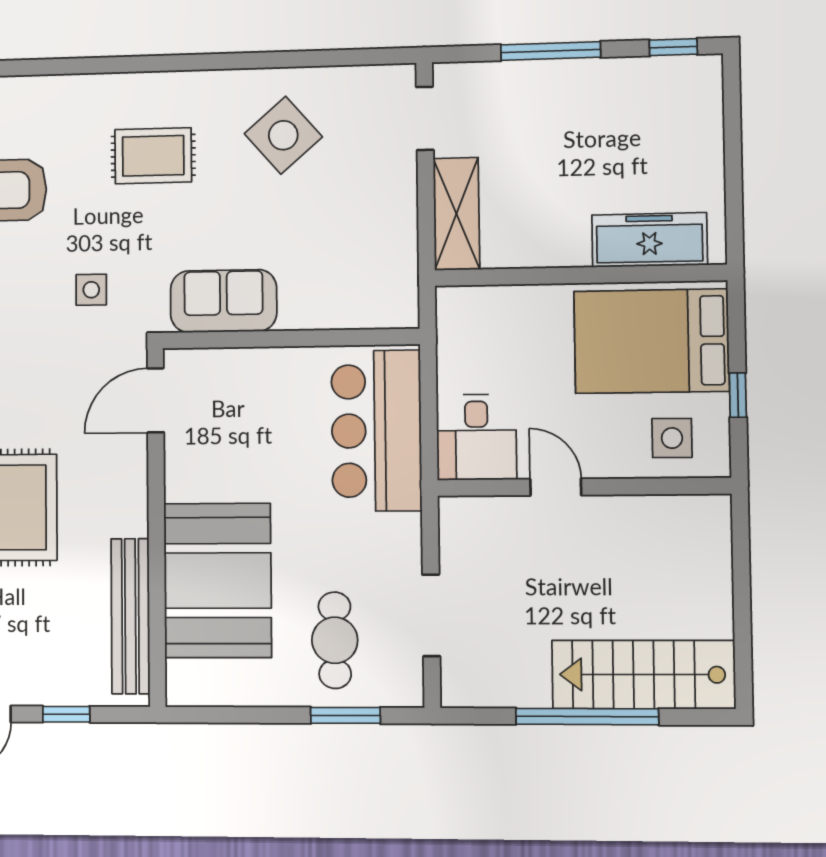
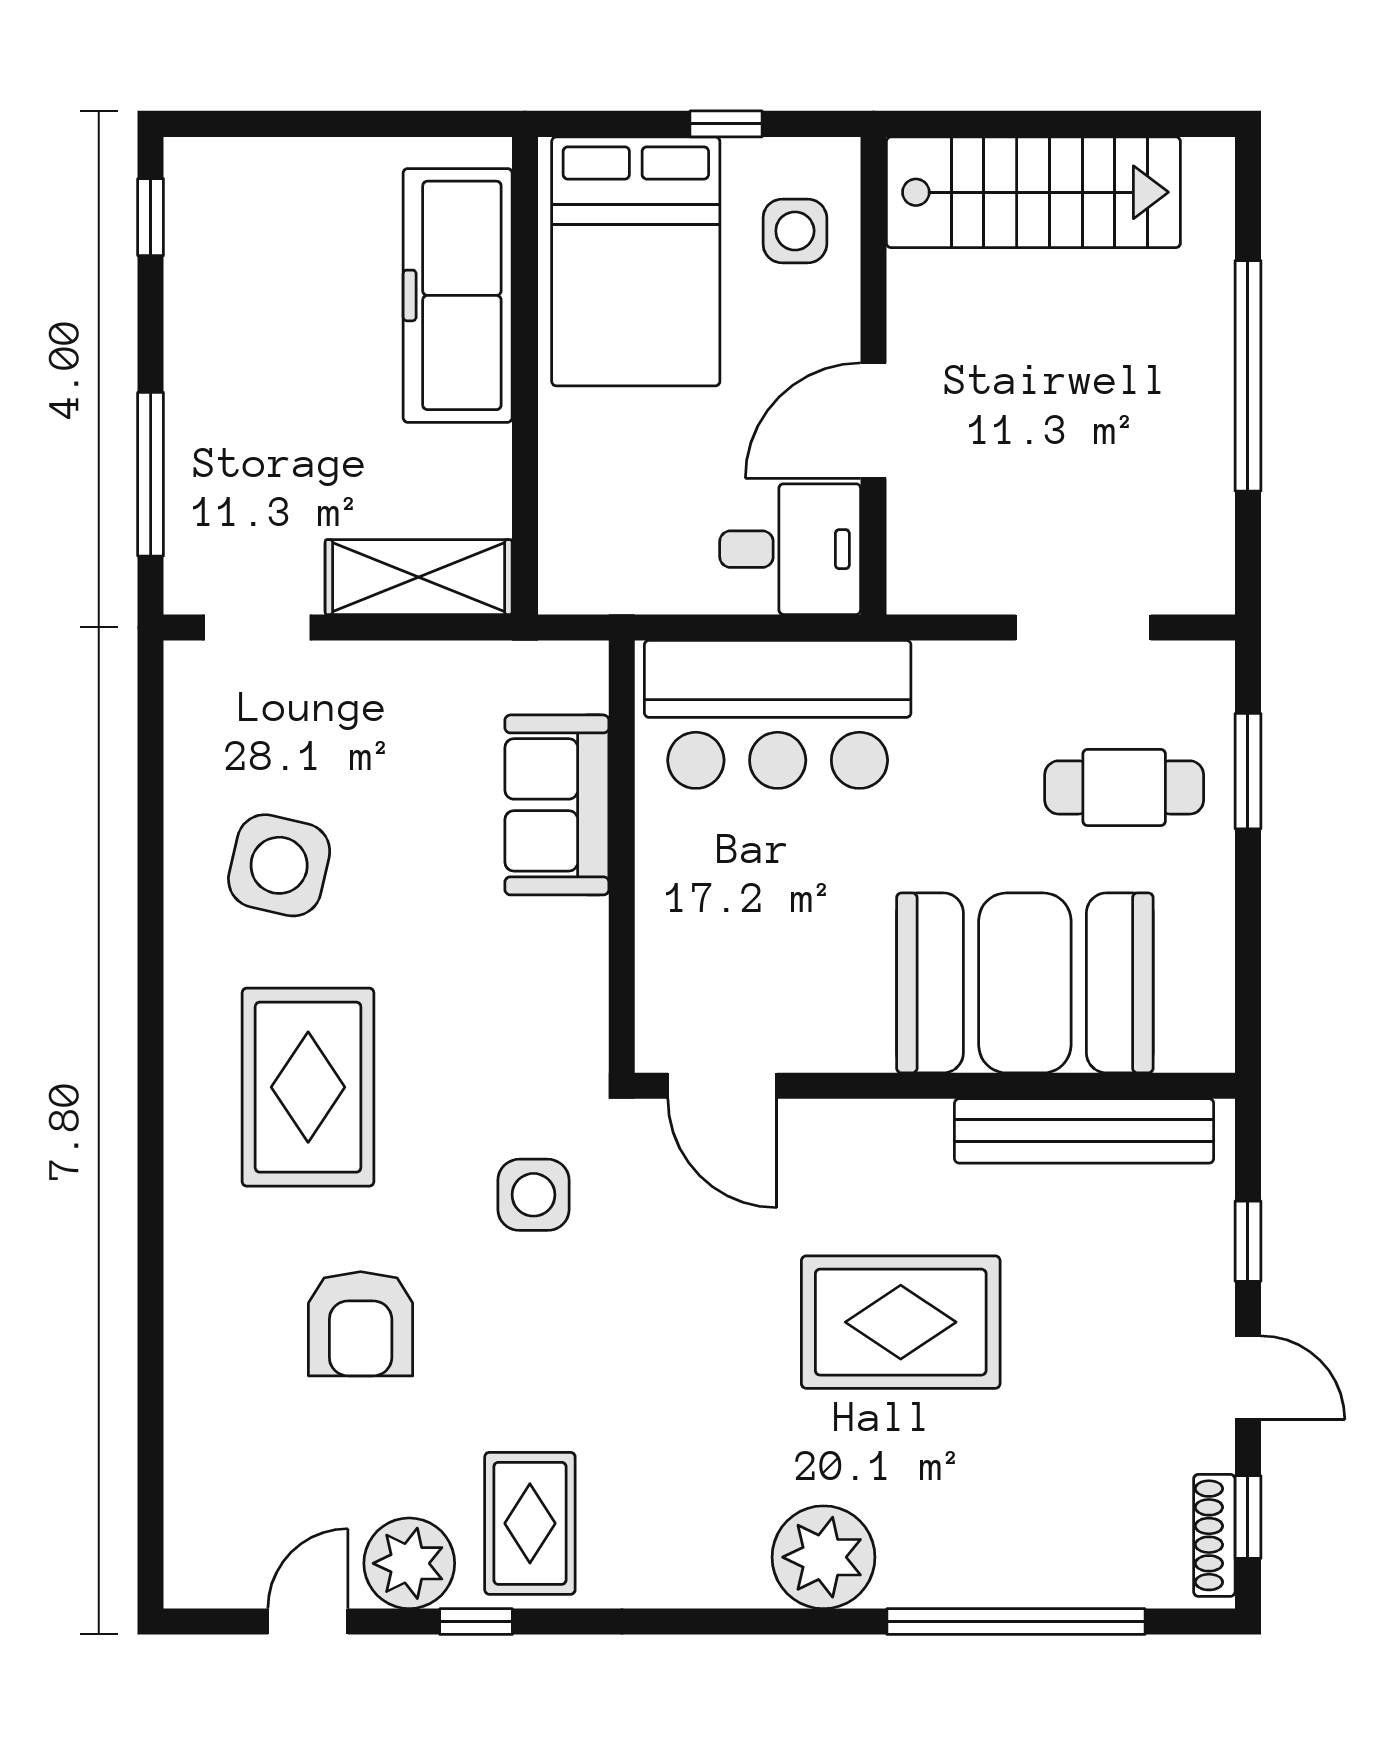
window: (551, 51) -> (151, 474), moved
side table: (283, 135) -> (279, 865), turned -36
rug: (153, 156) -> (308, 1087), width x1.36, depth x1.43
freezer: (649, 240) -> (458, 295), width x1.36, depth x1.26
side table: (91, 290) -> (533, 1195), width x1.37, depth x1.37
sofa: (224, 301) -> (557, 805), moved
door: (556, 487) -> (874, 421), width x1.38
stairs: (643, 675) -> (1033, 192), moved, turned -90

